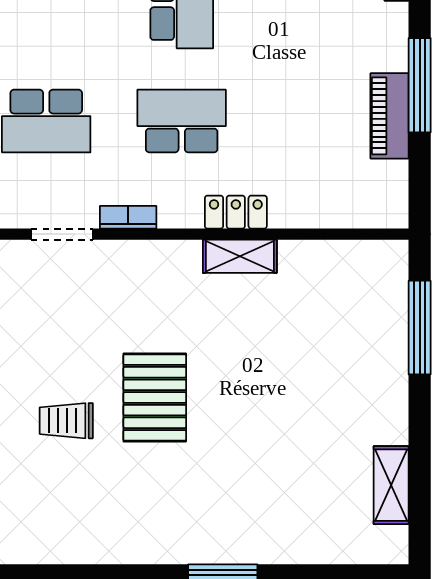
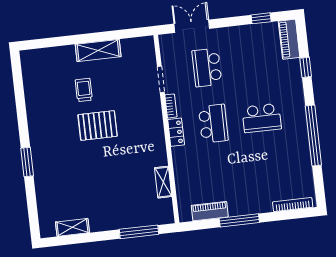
piano: (389, 116) -> (210, 211), moved
locker: (236, 212) -> (176, 132), moved
shelving: (240, 256) -> (163, 182), moved

